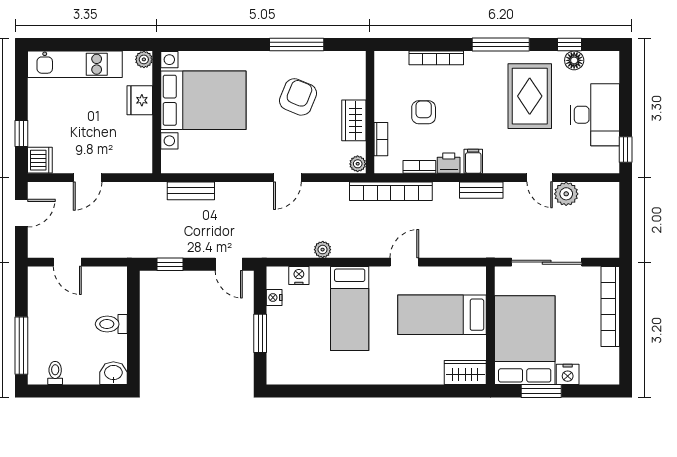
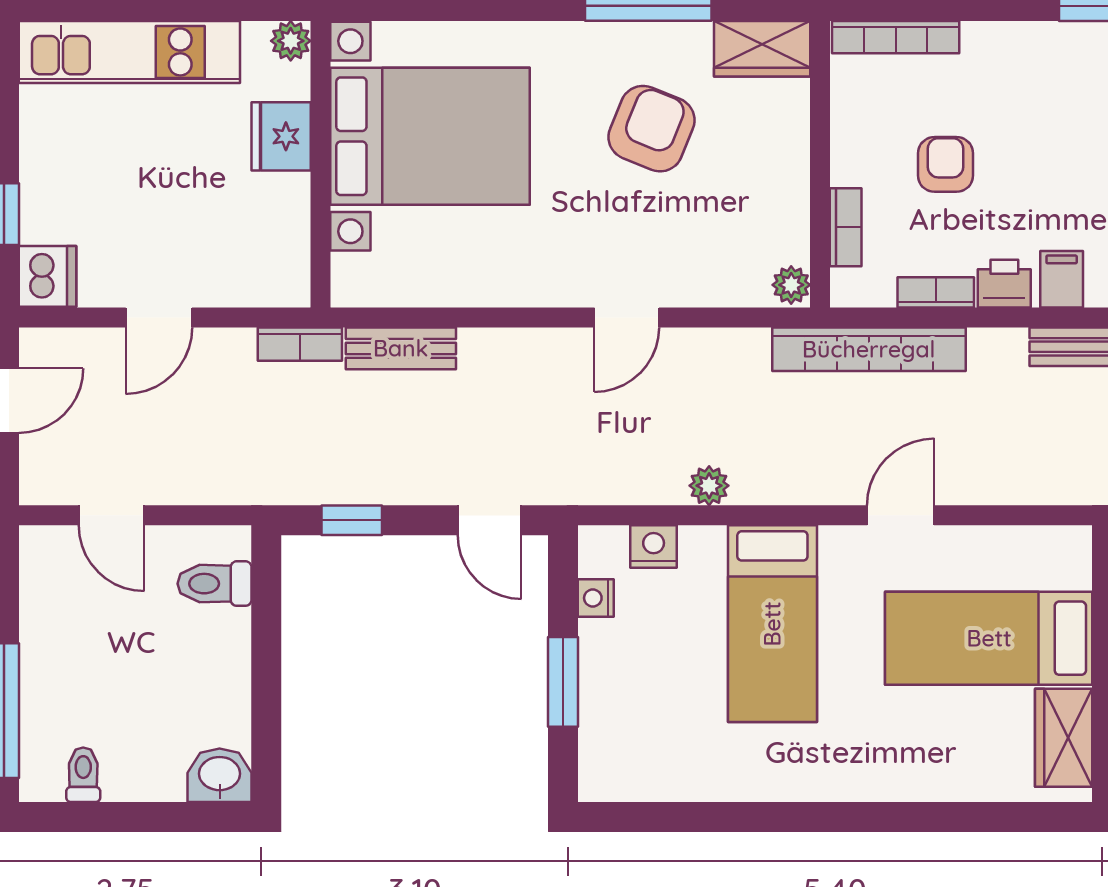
bookcase: (436, 58) -> (896, 37), moved
wardrobe: (354, 120) -> (762, 49), moved, turned -90
bookcase: (148, 189) -> (300, 344), added
toilet: (111, 324) -> (214, 584), moved
wardrobe: (465, 373) -> (1064, 738), moved, turned -90

